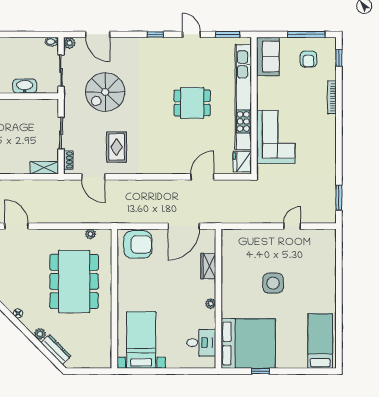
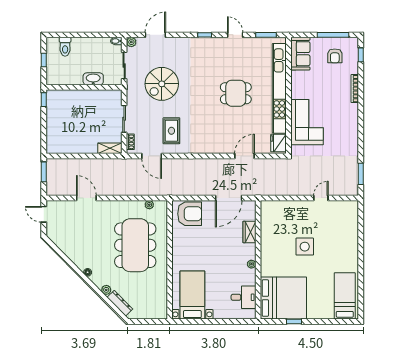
door: (98, 34) -> (155, 35), swing flipped

